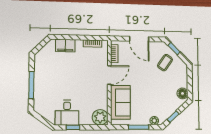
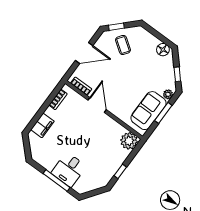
sofa: (120, 102) -> (148, 111), moved, turned -90
desk: (67, 113) -> (69, 170), moved, turned 90

